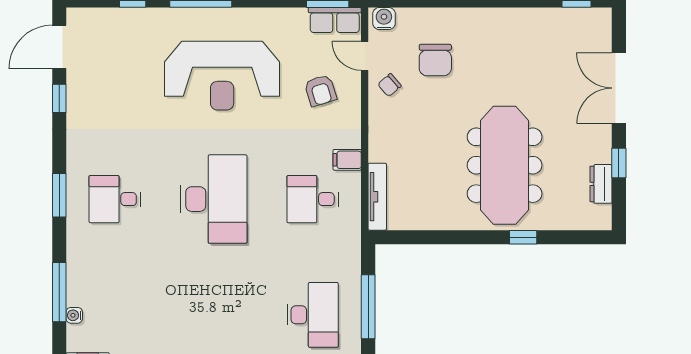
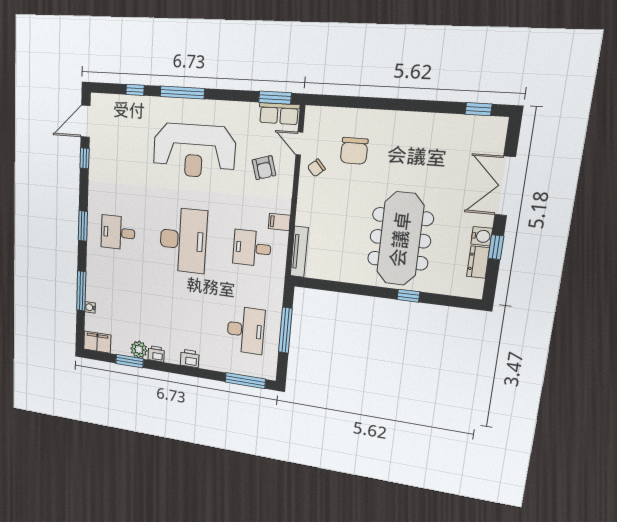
water cooler: (384, 18) -> (482, 236), moved, turned 90

